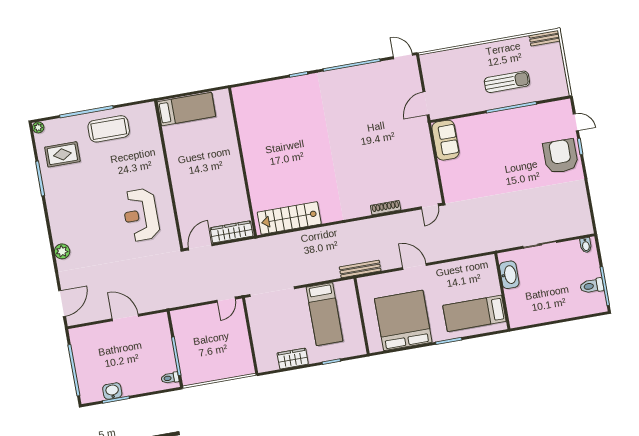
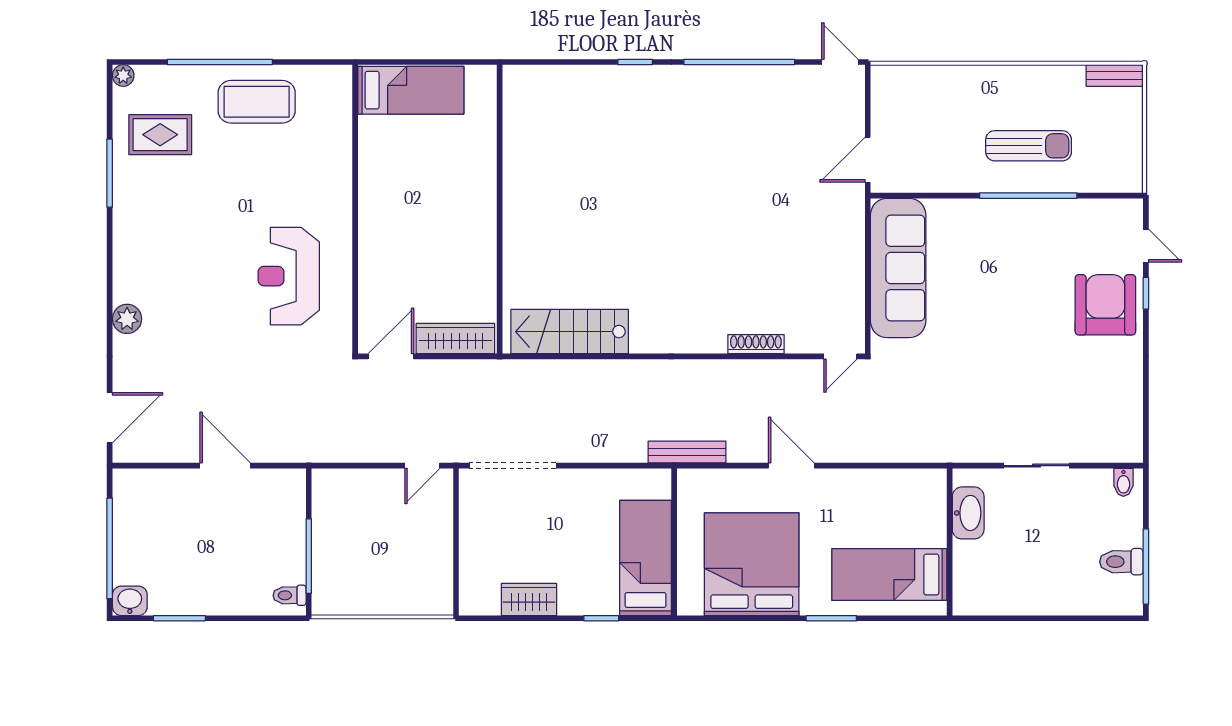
sofa: (445, 140) -> (898, 268), width x1.85, depth x1.27
bed: (325, 314) -> (646, 558), moved, turned 180
washbasin: (112, 391) -> (130, 601), moved

